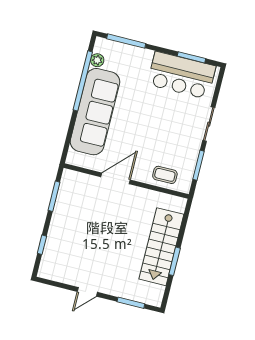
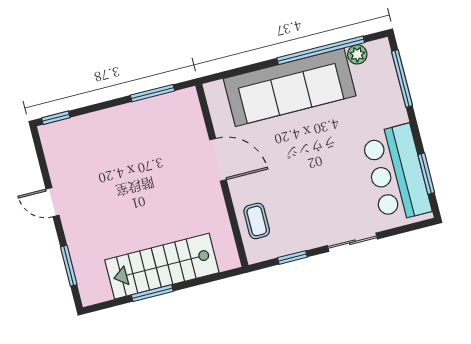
window: (199, 165) -> (292, 257), width x0.67
window: (42, 245) -> (56, 118), moved

